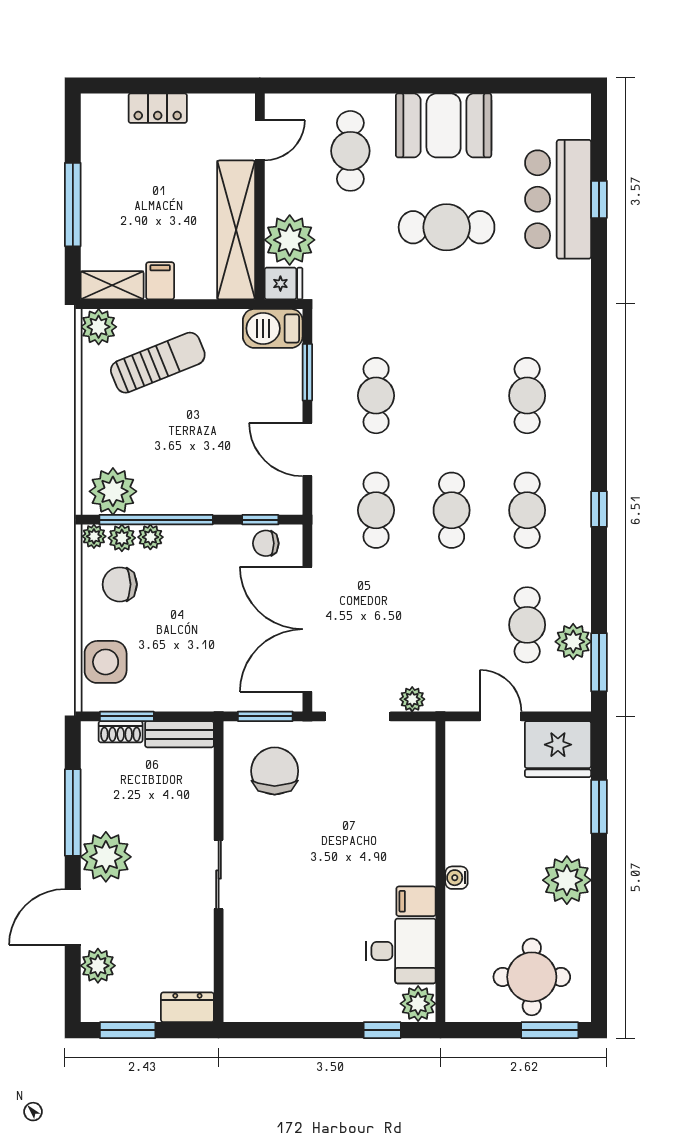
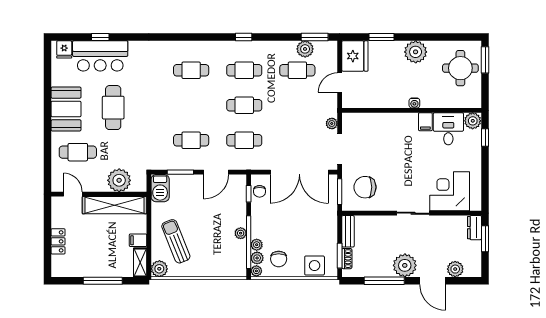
fridge: (284, 284) -> (64, 49), moved, turned 180
plant: (113, 491) -> (241, 233), moved, width x0.53, depth x0.53
corner desk: (266, 954) -> (450, 191), added
window: (128, 1030) -> (485, 239), moved

